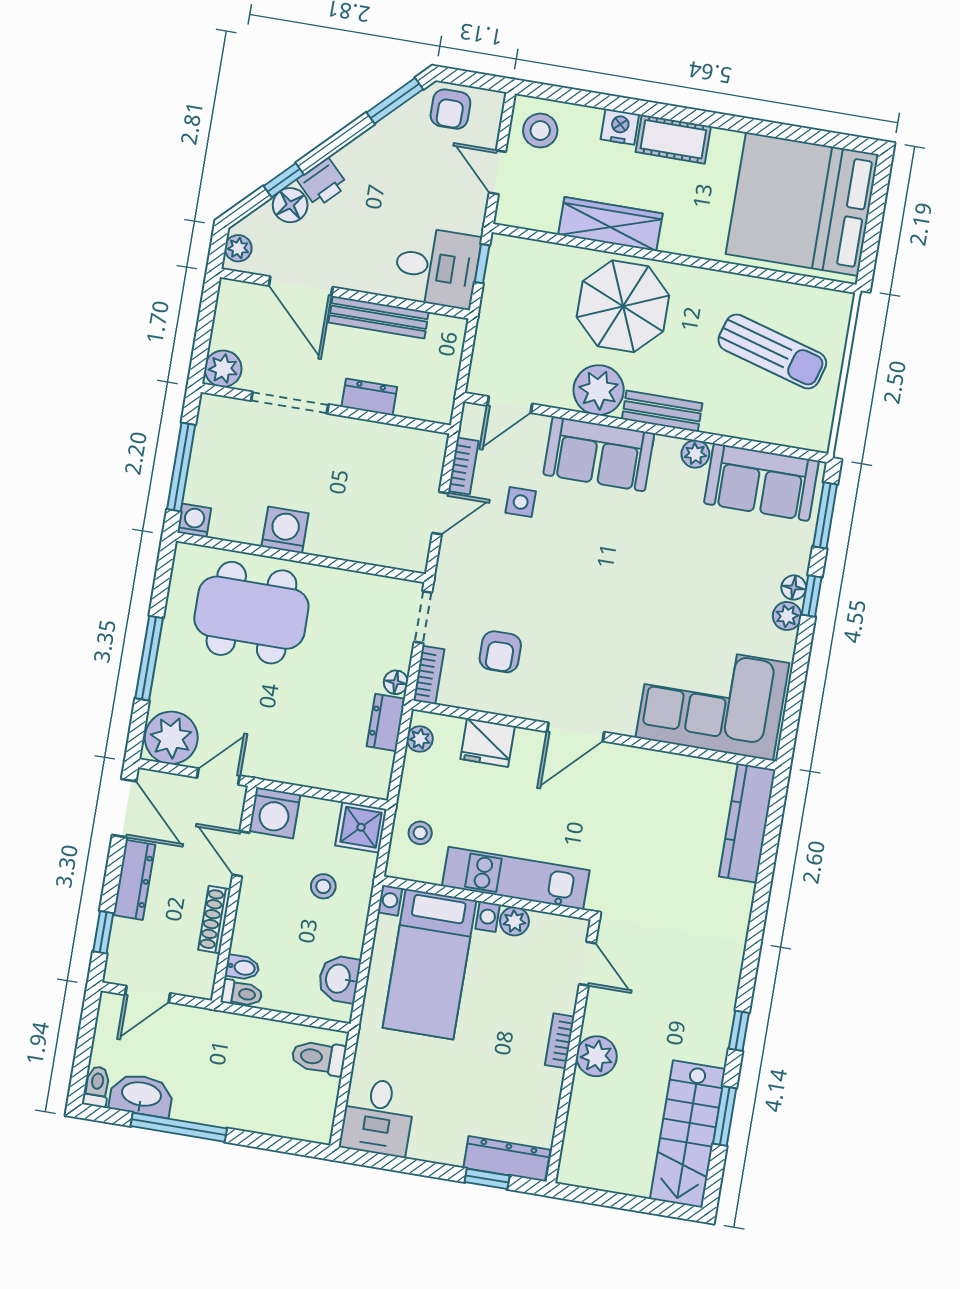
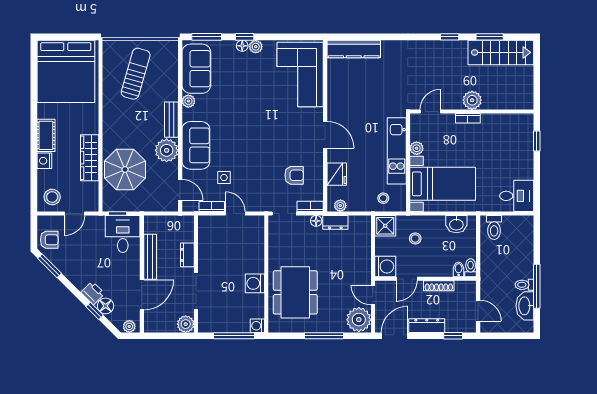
parasol: (623, 306) -> (125, 169), moved
toilet: (97, 1087) -> (524, 285), moved
dresser: (507, 1159) -> (526, 133), removed

